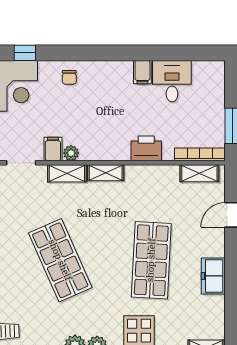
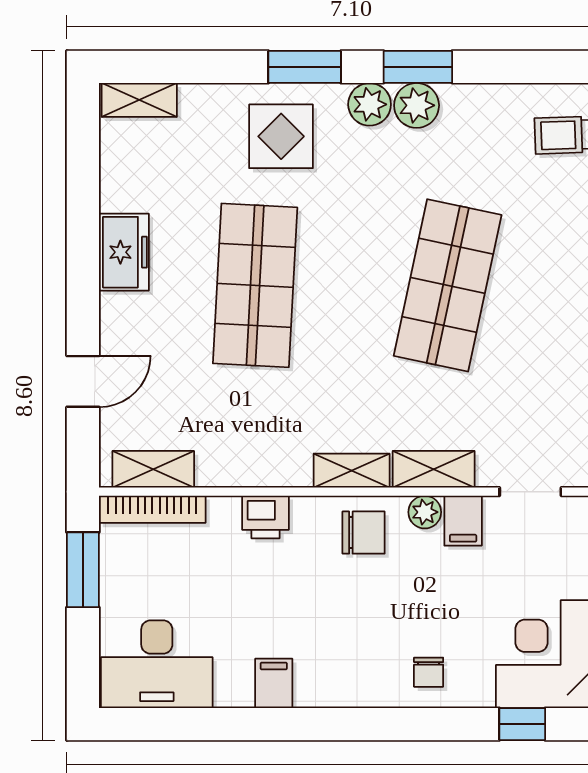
chair: (69, 77) -> (429, 672), turned 180
desk: (172, 81) -> (157, 664), moved, width x1.37
chair: (100, 143) -> (364, 533), added
printer: (146, 148) -> (266, 517), width x0.73, depth x0.81
shop shelf: (60, 260) -> (448, 285), turned 36

